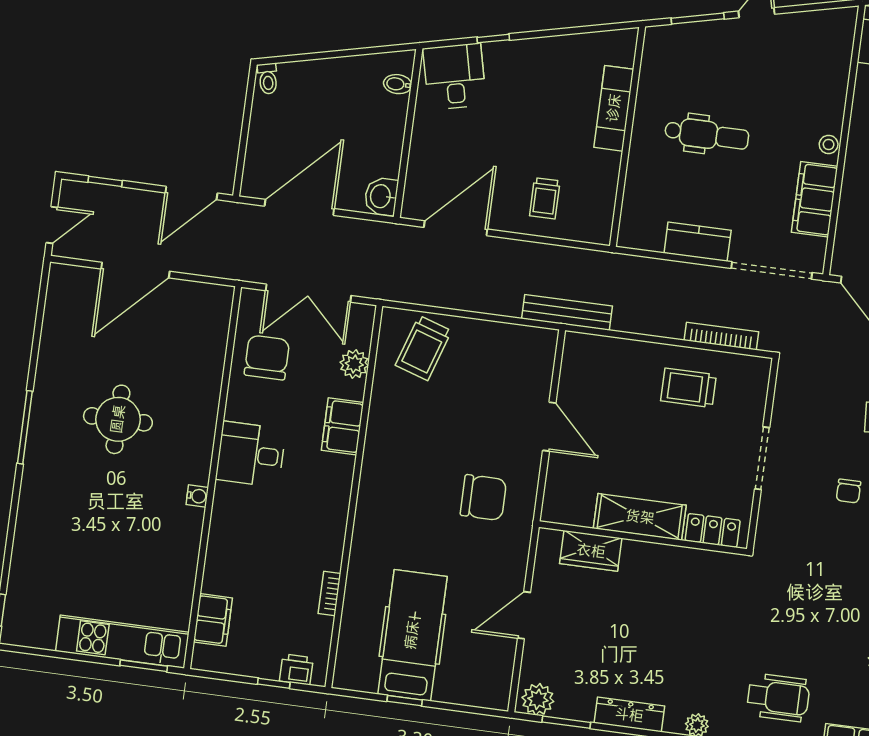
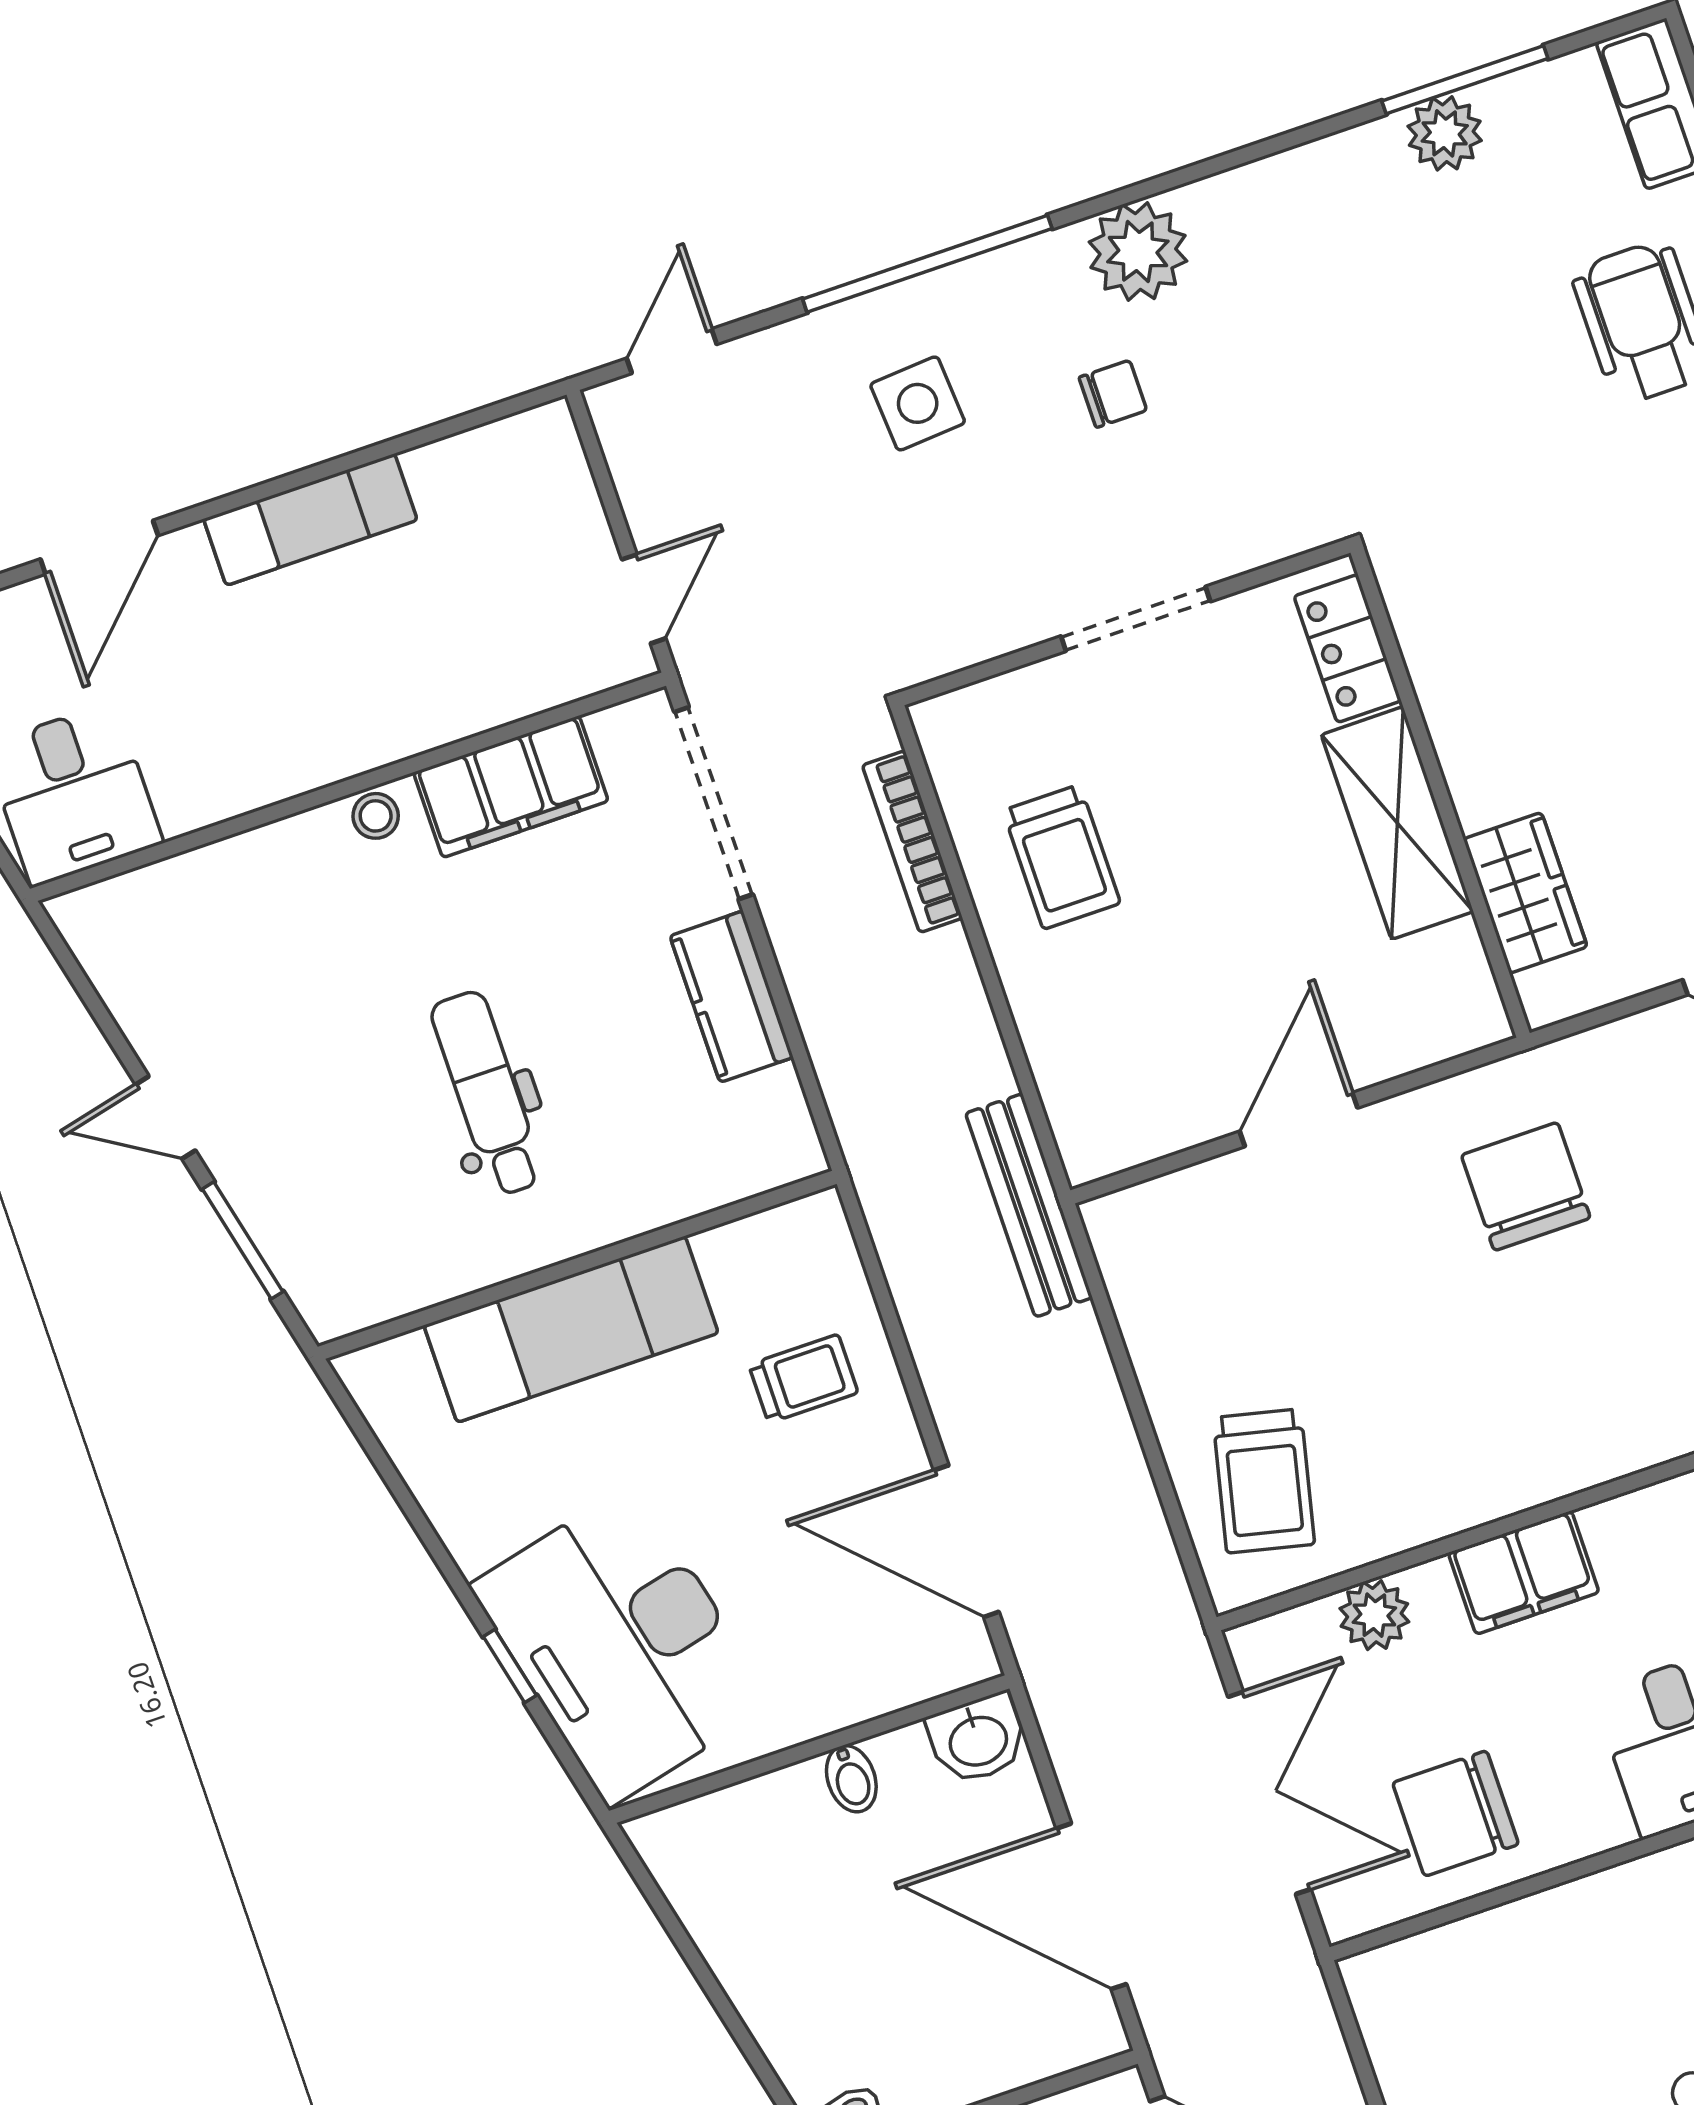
desk: (455, 77) -> (622, 1645), width x1.87, depth x1.30
bidet: (398, 84) -> (851, 1779), moved
exam couch: (614, 108) -> (571, 1329), width x1.36, depth x1.45
trolley: (423, 348) -> (1264, 1481), turned 85

